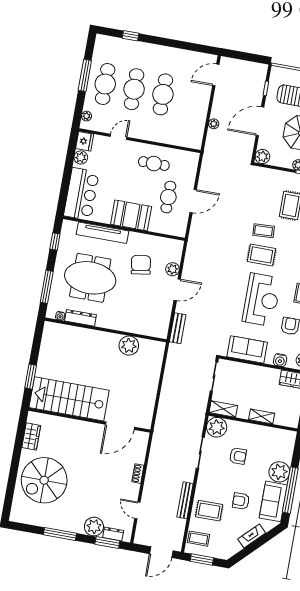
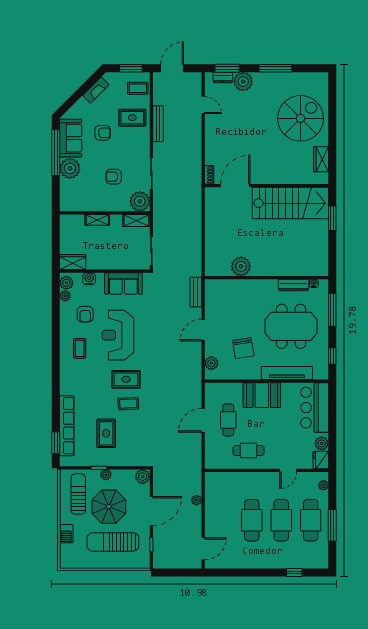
plant: (173, 269) -> (211, 363), moved
shoe rack: (138, 474) -> (209, 175), moved
fireplace: (252, 536) -> (96, 90), moved

